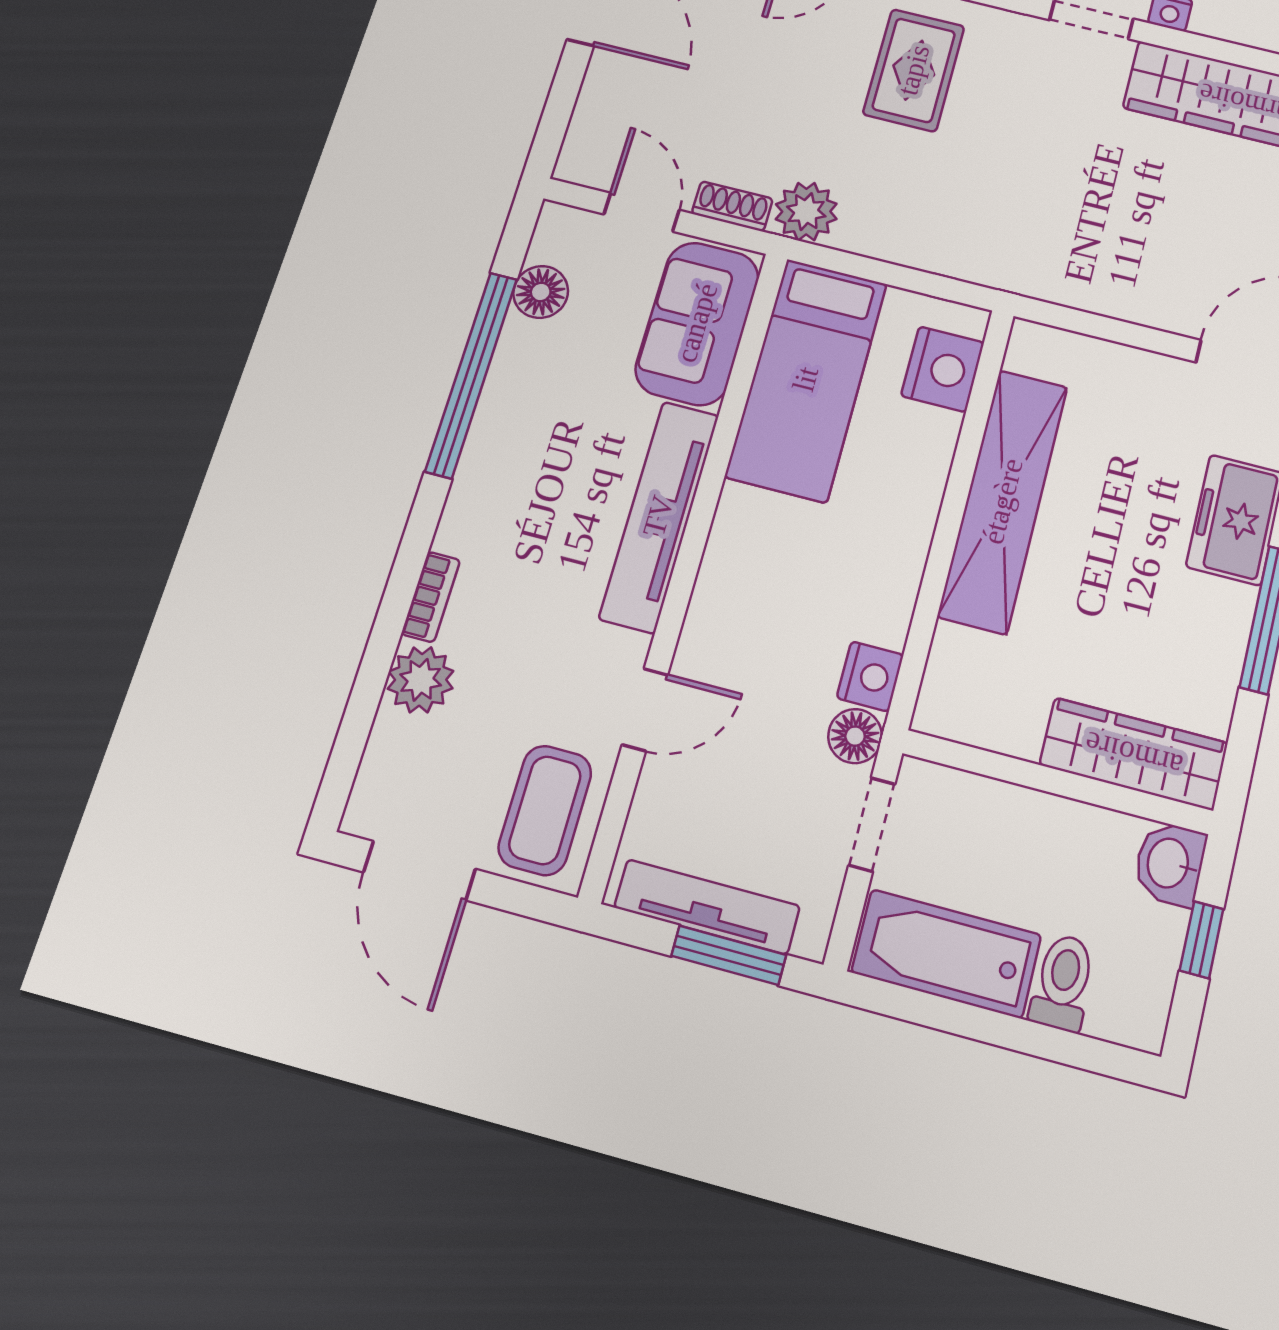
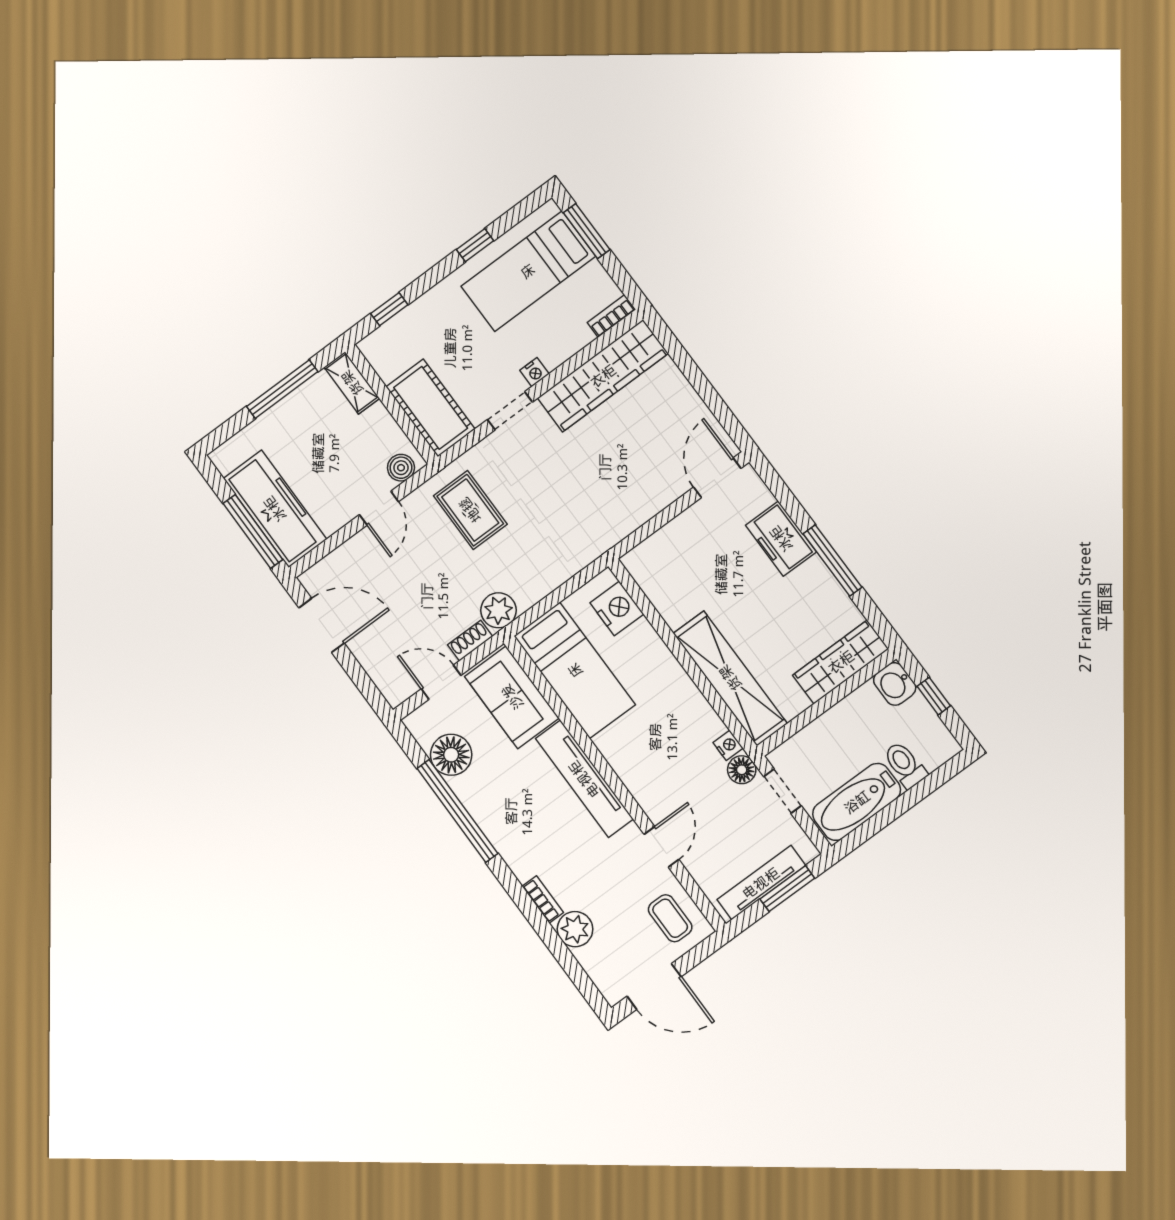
floor lamp: (541, 292) -> (451, 755), width x1.38, depth x1.38
shelving: (1003, 501) -> (730, 678), moved
nightstand: (870, 676) -> (728, 745), width x0.72, depth x0.74
coffee table: (545, 810) -> (670, 918), width x0.73, depth x0.77

